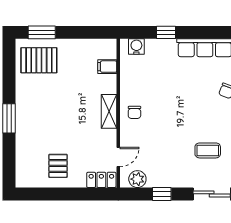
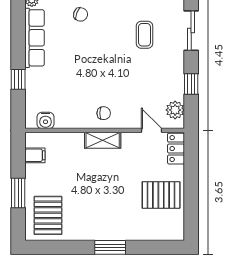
window: (42, 32) -> (18, 193), moved
water cooler: (136, 47) -> (46, 120), moved, turned -90
filing cabinet: (107, 67) -> (35, 155), moved, turned -90
pallet: (58, 166) -> (161, 195), width x1.50, depth x1.42

